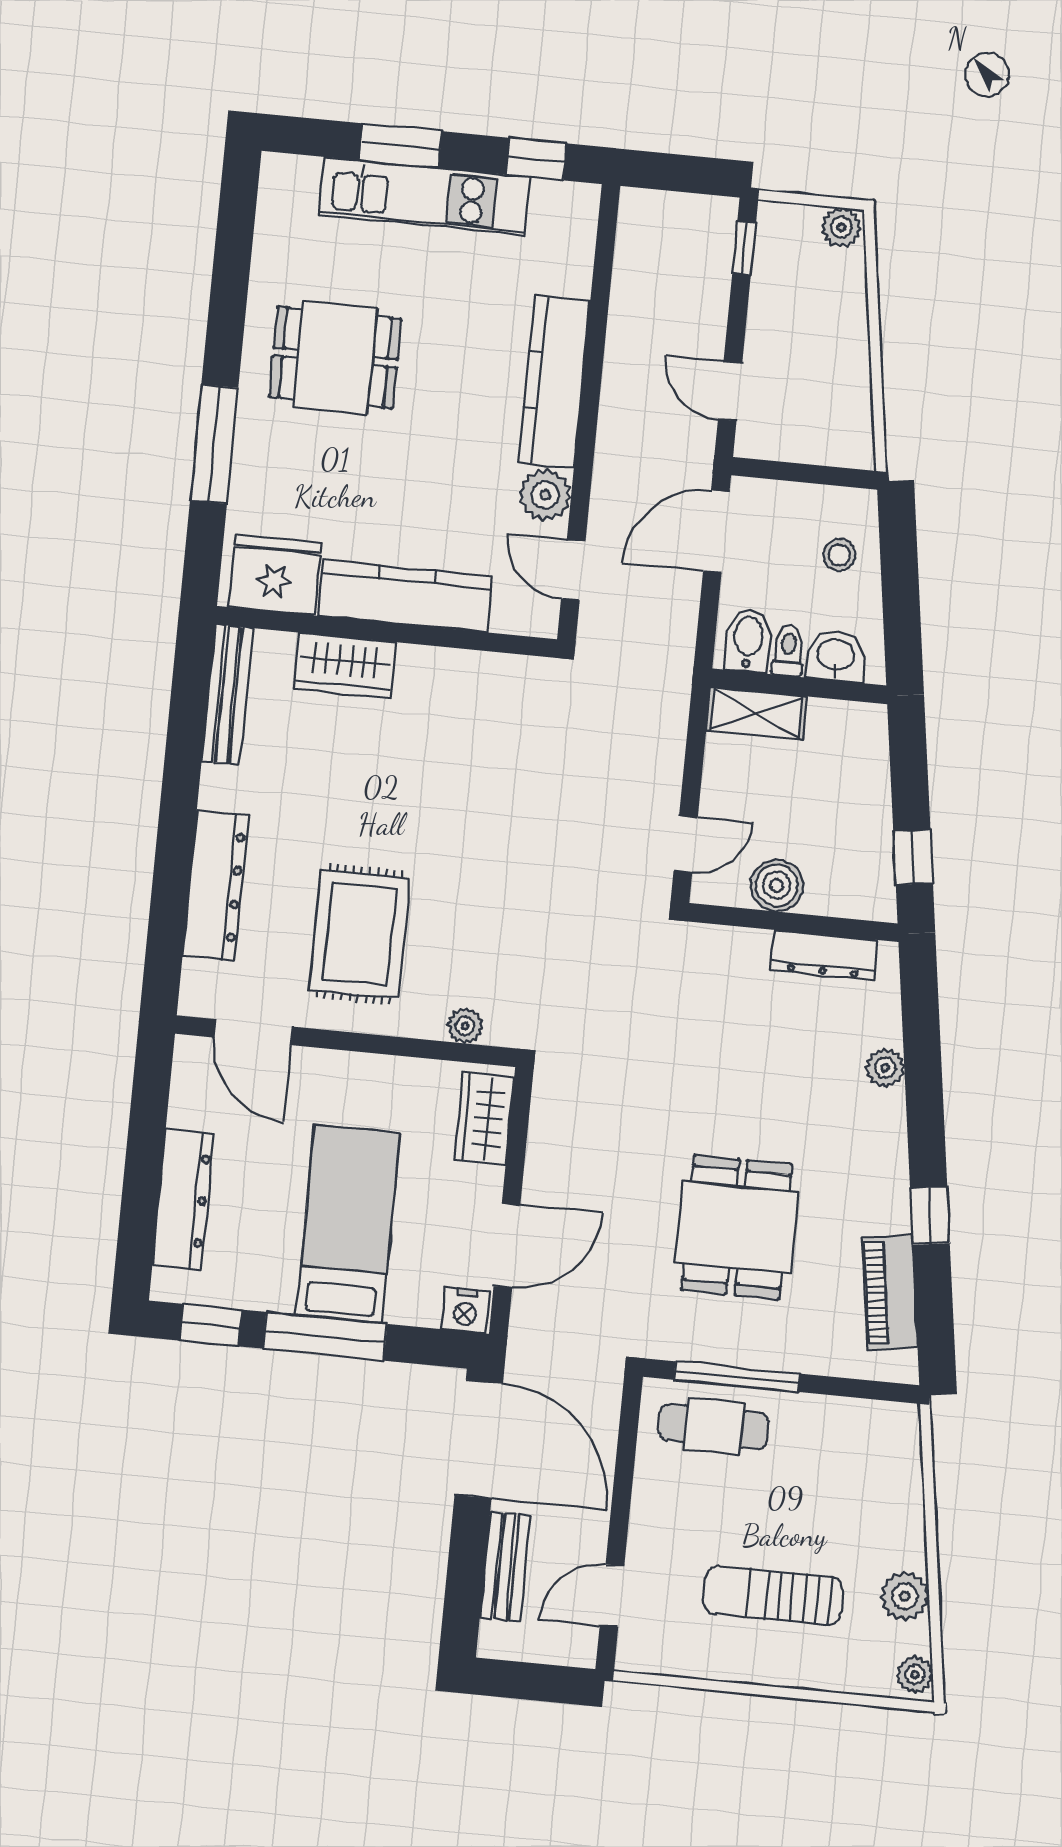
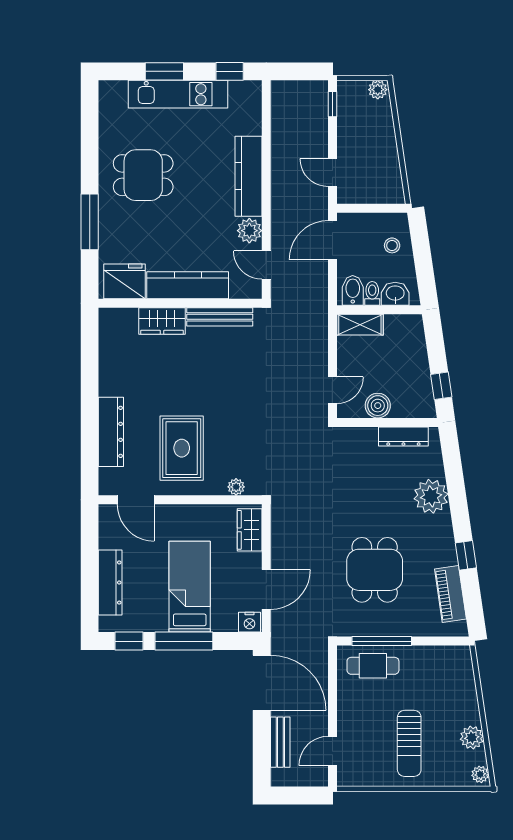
bench: (227, 695) -> (220, 317), moved, turned 90
plant: (885, 1068) -> (431, 496), width x1.87, depth x1.87
sun lounger: (773, 1596) -> (409, 743), turned -90

